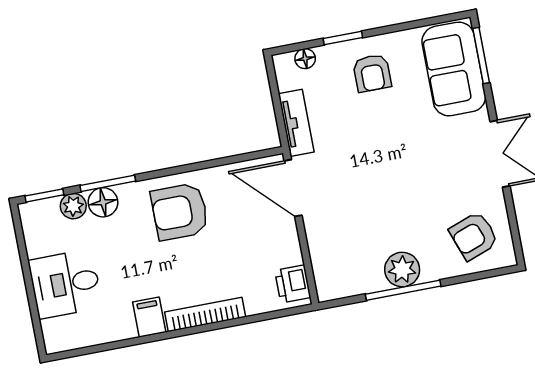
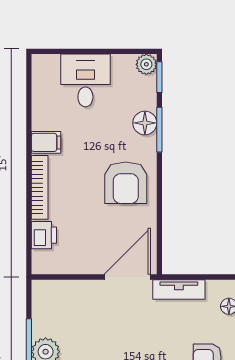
plant: (73, 206) -> (146, 64), moved
armchair: (180, 212) -> (126, 183), turned 180
printer: (293, 284) -> (44, 235), moved, turned 90

